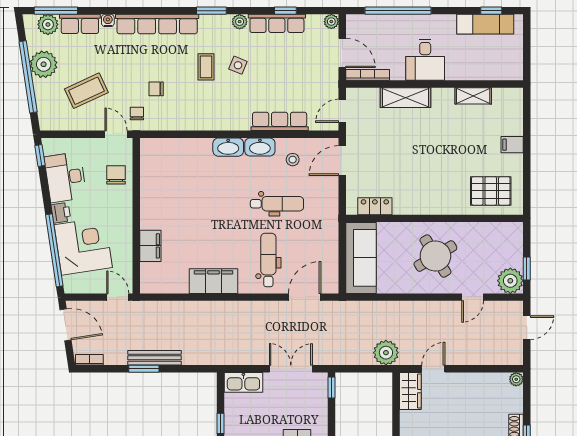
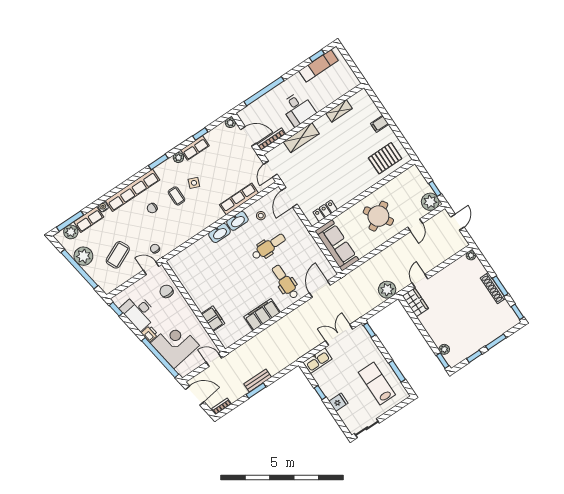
row of seats: (277, 23) -> (195, 148), width x0.68
chair: (156, 89) -> (152, 208), moved
bench: (154, 358) -> (258, 380), width x0.73

